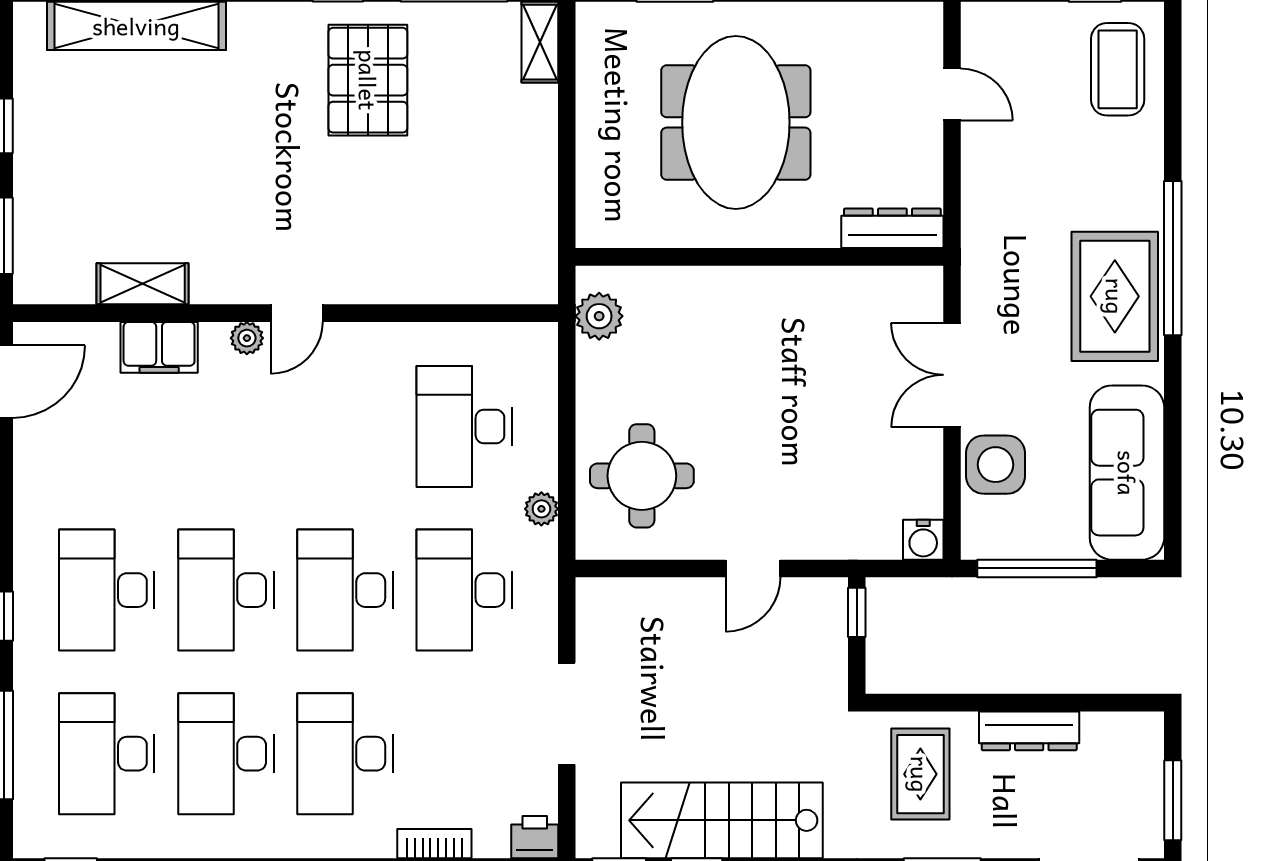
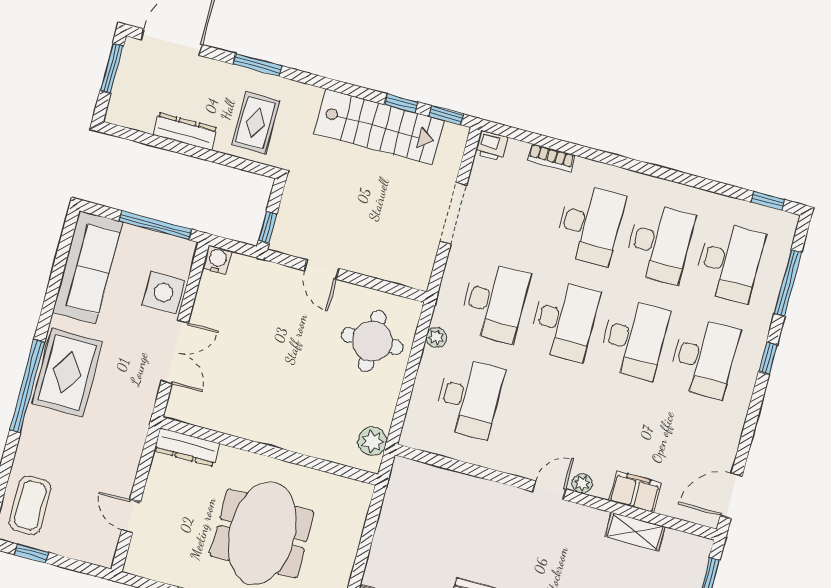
door: (753, 568) -> (322, 269), swing flipped

